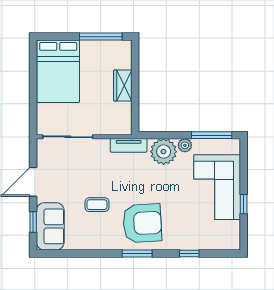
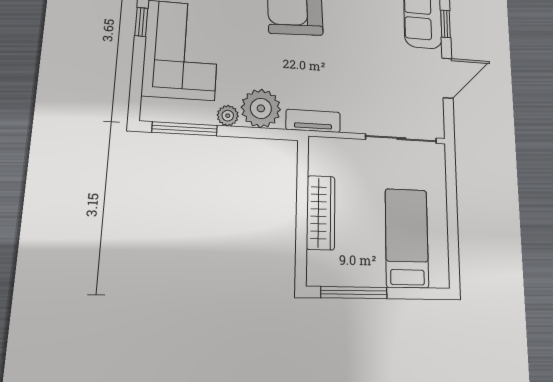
bed: (58, 71) -> (407, 238), width x0.67
wardrobe: (123, 86) -> (321, 213), width x1.50
coffee table: (97, 205) -> (359, 40), removed

